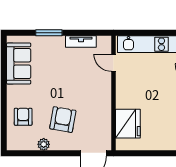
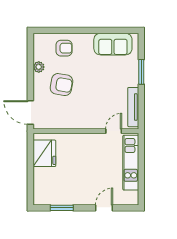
tv unit: (81, 42) -> (133, 107), width x1.41
fridge: (128, 124) -> (44, 153), moved, turned -90

